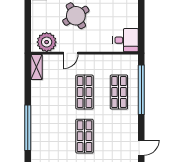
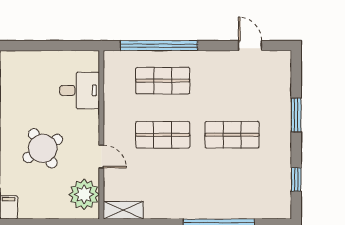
desk: (126, 40) -> (80, 90), moved, turned 90

